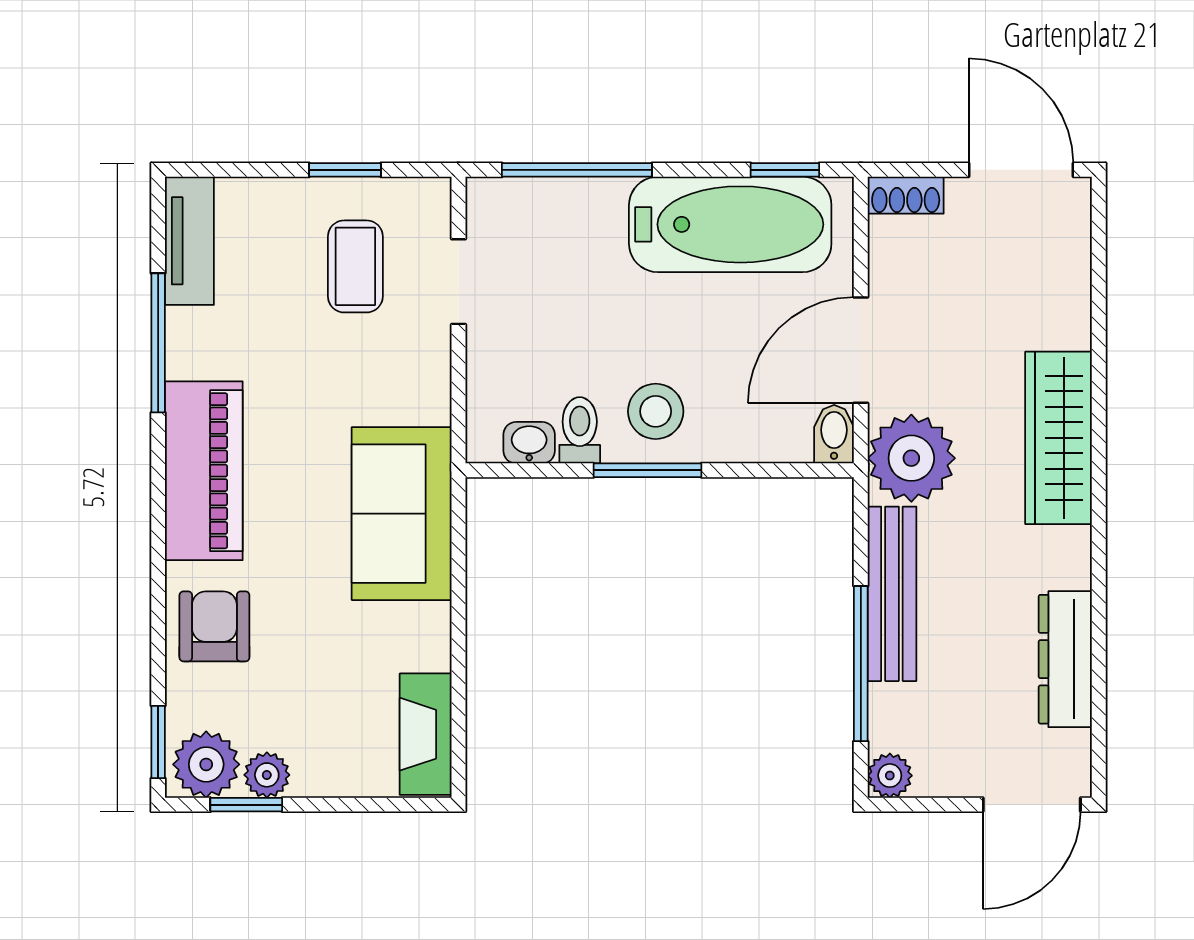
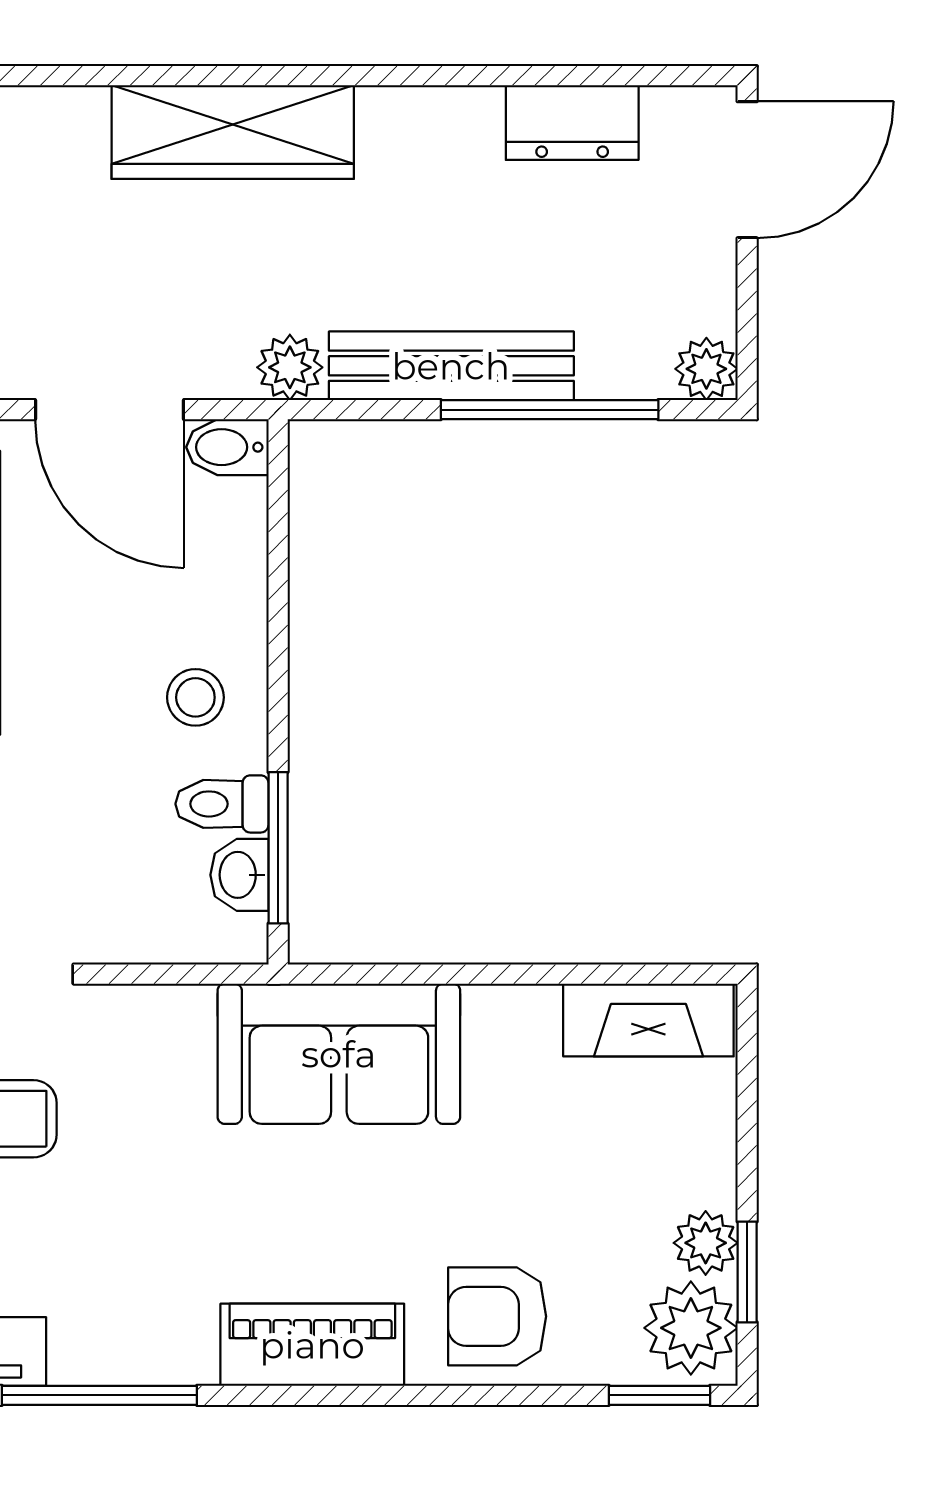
stool: (656, 411) -> (195, 697), width x0.73, depth x0.73
plant: (911, 458) -> (290, 367), width x0.53, depth x0.53
window: (647, 470) -> (278, 848), moved
piano: (204, 471) -> (312, 1345), width x0.73, depth x0.75
dresser: (1065, 659) -> (572, 123), width x0.70
door: (1032, 805) -> (747, 170), hinge flipped

